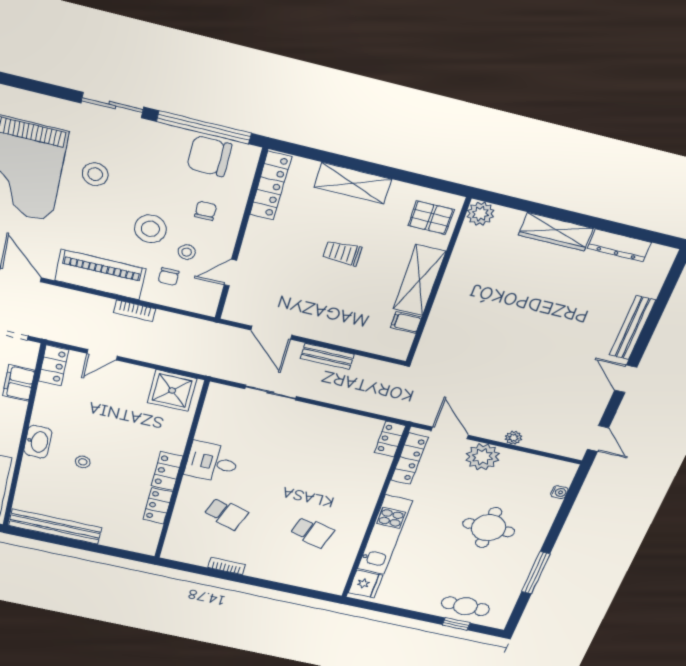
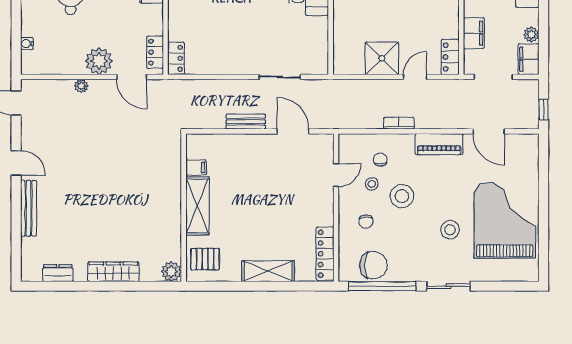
dresser: (619, 245) -> (58, 273), width x0.70
trolley: (342, 253) -> (260, 213), removed
piano: (100, 275) -> (439, 144), width x0.73, depth x0.75
shower: (172, 390) -> (382, 58), moved
locker: (409, 459) -> (155, 52), width x0.66

